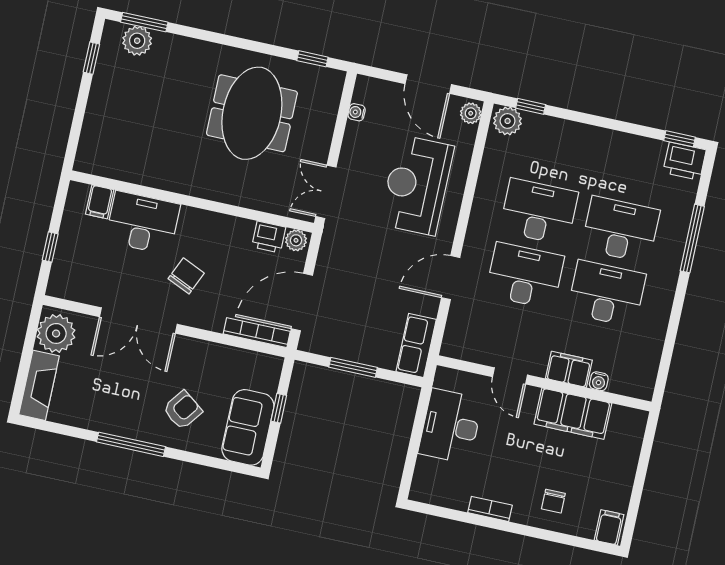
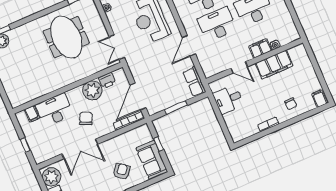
plant: (296, 240) -> (92, 90), moved, width x1.88, depth x1.88
desk: (450, 426) -> (228, 99), width x0.73

